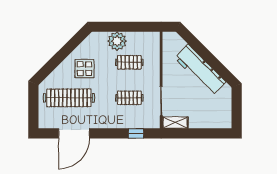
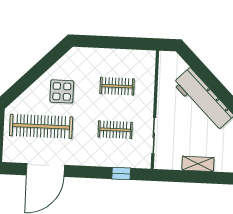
plant: (117, 41) -> (103, 60), removed
shelving: (175, 123) -> (198, 164), moved

